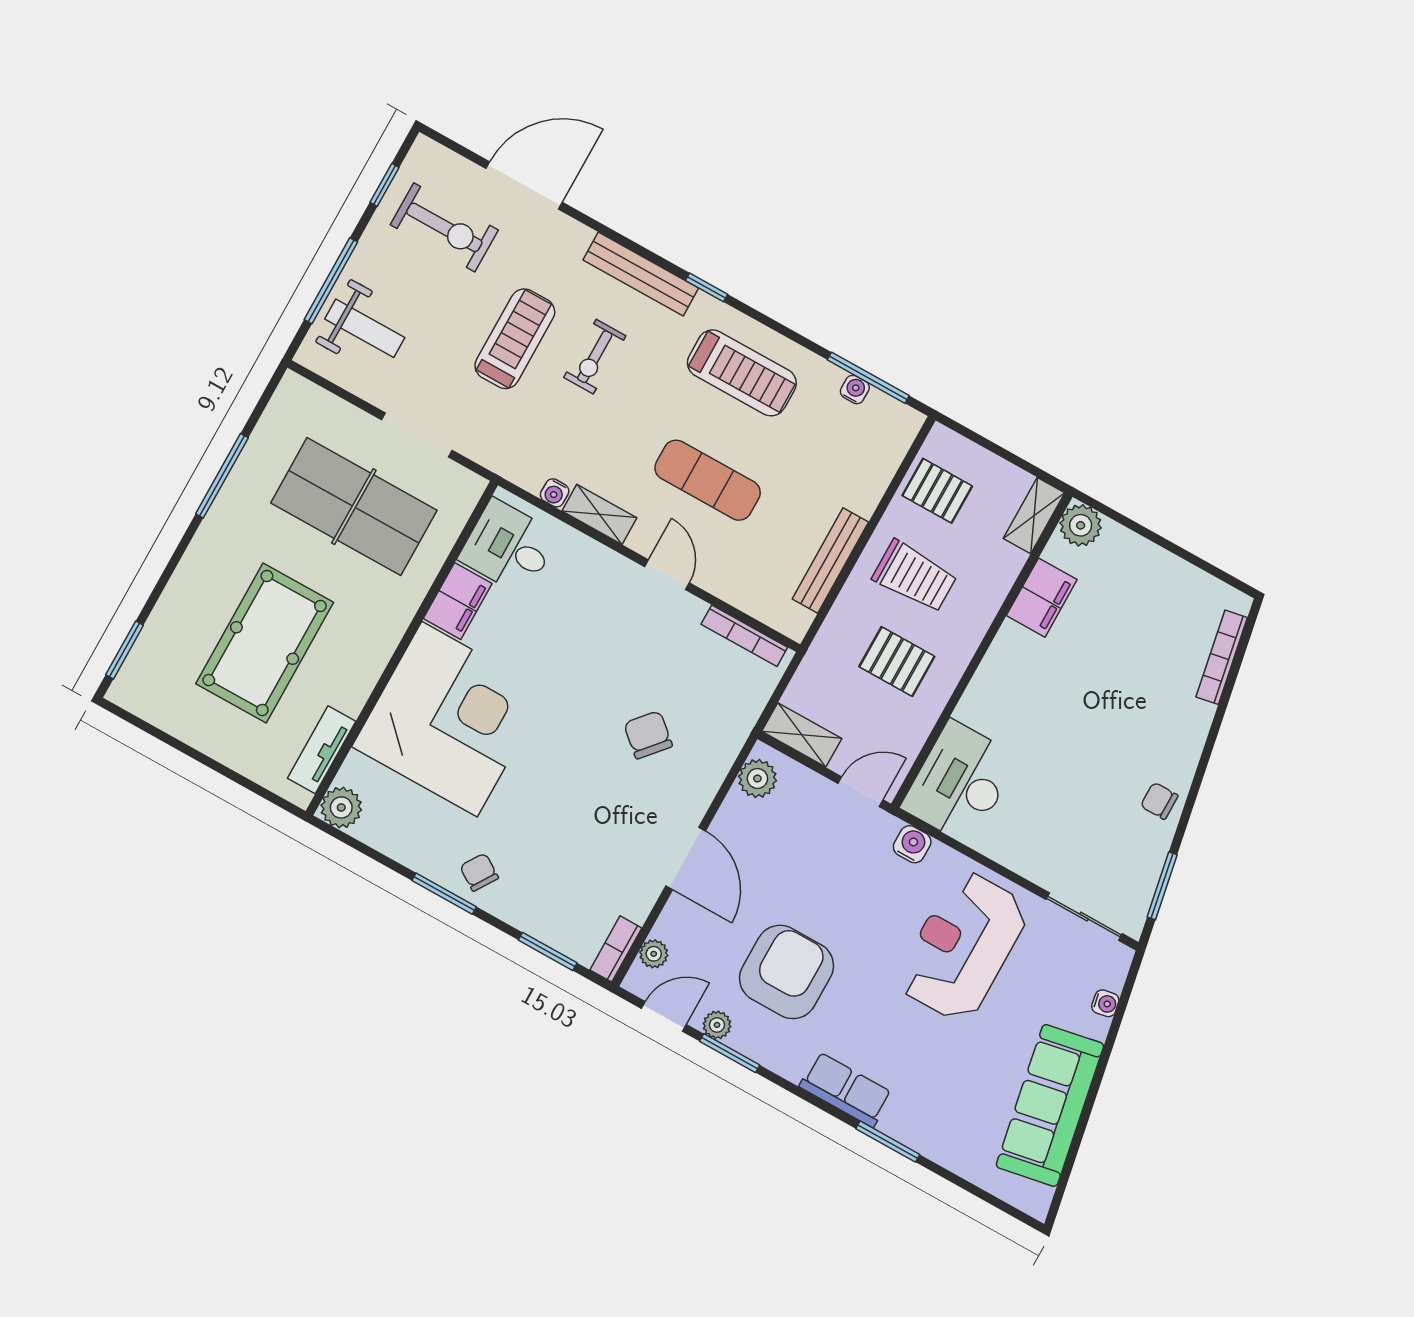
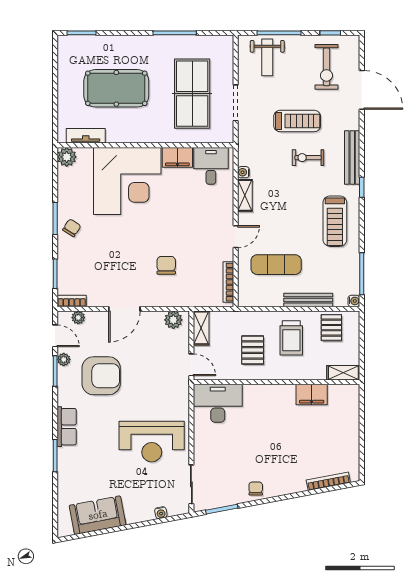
water cooler: (855, 390) -> (354, 301), moved
exercise mat: (708, 480) -> (276, 265), moved, turned 90
plant: (1081, 525) -> (350, 394), removed
bench: (830, 560) -> (308, 300), moved
chair: (648, 735) -> (166, 265), turned -41
water cooler: (912, 844) -> (182, 398), removed
reception desk: (963, 946) -> (152, 442), turned 180
sofa: (1050, 1105) -> (98, 515), width x0.73

